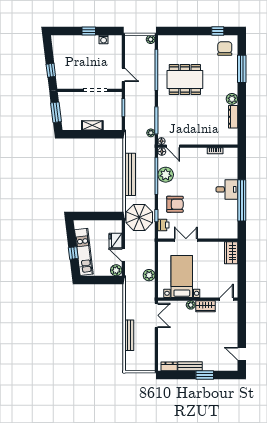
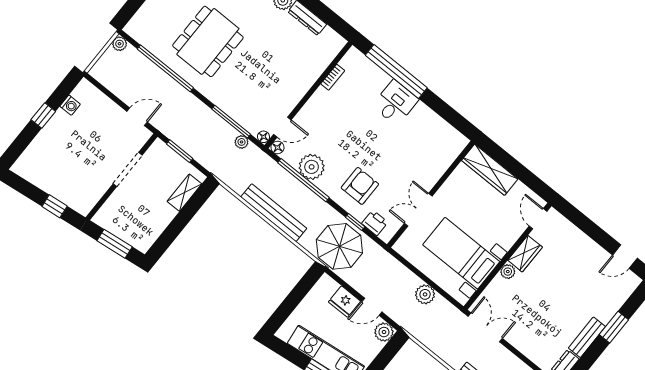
shelving: (92, 125) -> (184, 193), moved
window: (242, 200) -> (396, 71), moved
wardrobe: (231, 253) -> (490, 170), width x1.50

